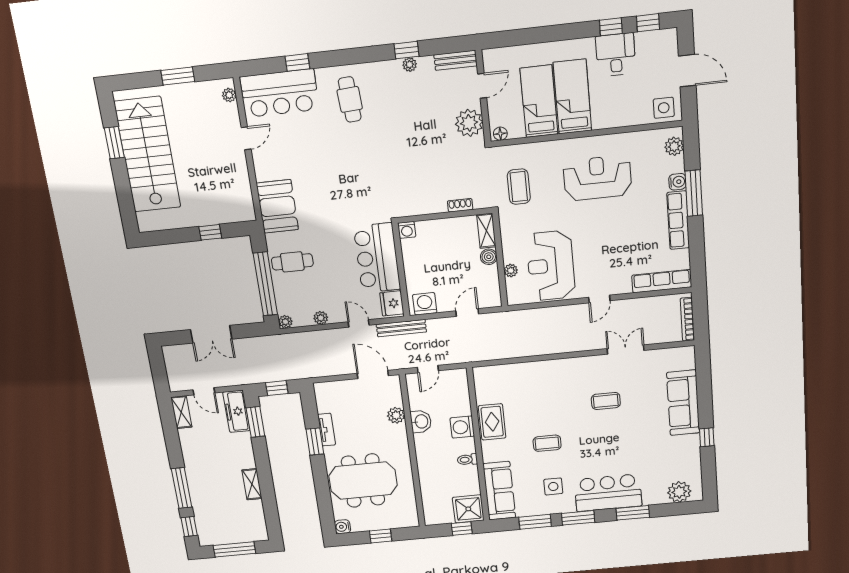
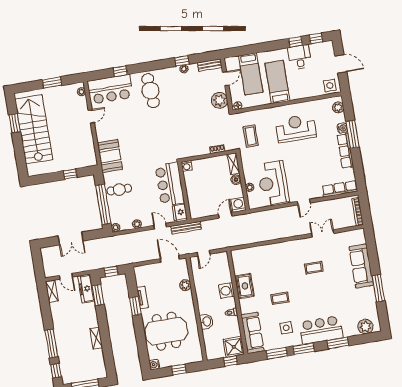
cafe table: (350, 99) -> (151, 91), width x1.37, depth x1.35
bed: (539, 101) -> (251, 74), moved, turned 180
washing machine: (425, 304) -> (238, 205), moved
washbasin: (421, 421) -> (206, 321), moved
window: (707, 437) -> (378, 288), width x2.17

